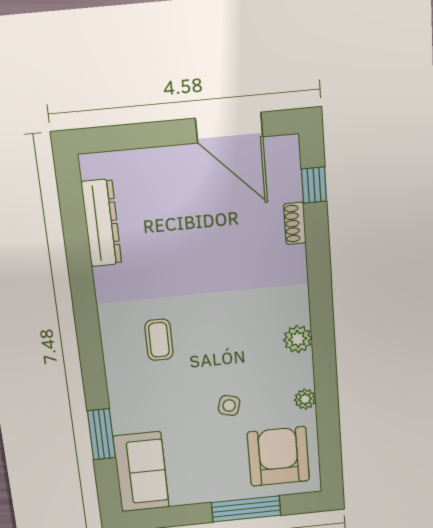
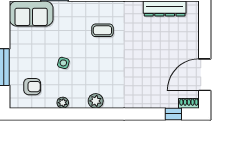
shoe rack: (295, 223) -> (189, 103), moved
armchair: (278, 456) -> (32, 87), width x0.53, depth x0.53

